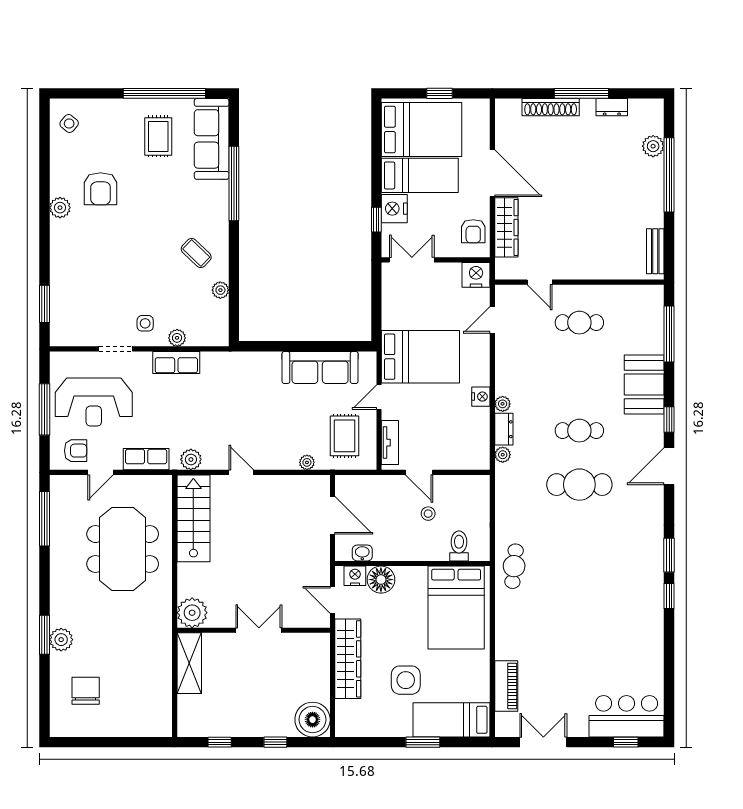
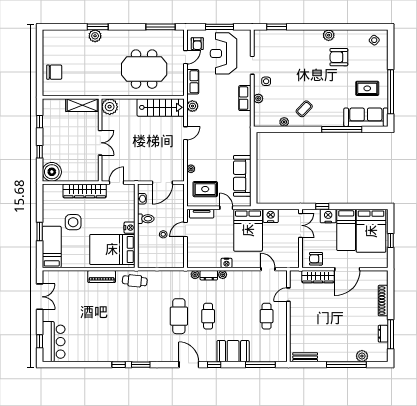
window: (581, 93) -> (391, 334), moved
nightstand: (476, 275) -> (271, 216), moved, turned -90
door: (101, 472) -> (185, 57), swing flipped
toilet: (459, 546) -> (146, 219), moved
nightstand: (355, 576) -> (130, 228), moved
floor lamp: (381, 580) -> (128, 209), removed
piano: (506, 686) -> (102, 277), moved
chair: (86, 691) -> (54, 72), moved

